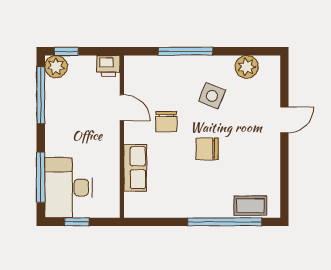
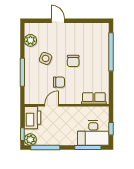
printer: (108, 66) -> (33, 118), width x1.87, depth x1.48
row of seats: (135, 168) -> (94, 98), moved
coffee table: (250, 206) -> (103, 38), removed

